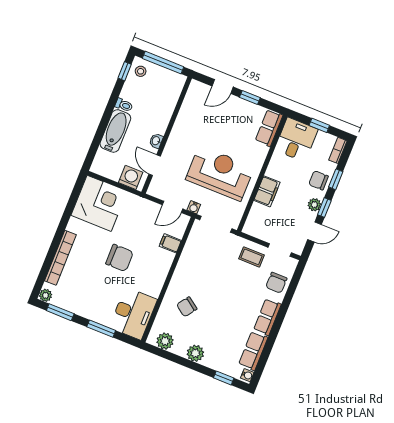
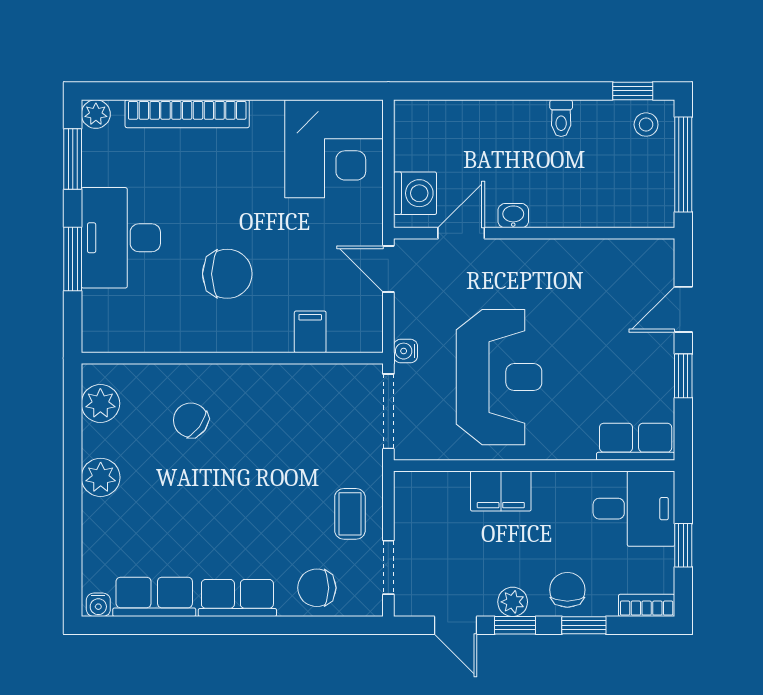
door: (223, 86) -> (683, 309), hinge flipped
bathtub: (115, 131) -> (500, 122), removed
door: (173, 207) -> (388, 269), moved
chair: (120, 258) -> (227, 274), moved, turned -90
desk: (133, 313) -> (121, 238), moved, turned 90
window: (224, 378) -> (73, 558), removed

